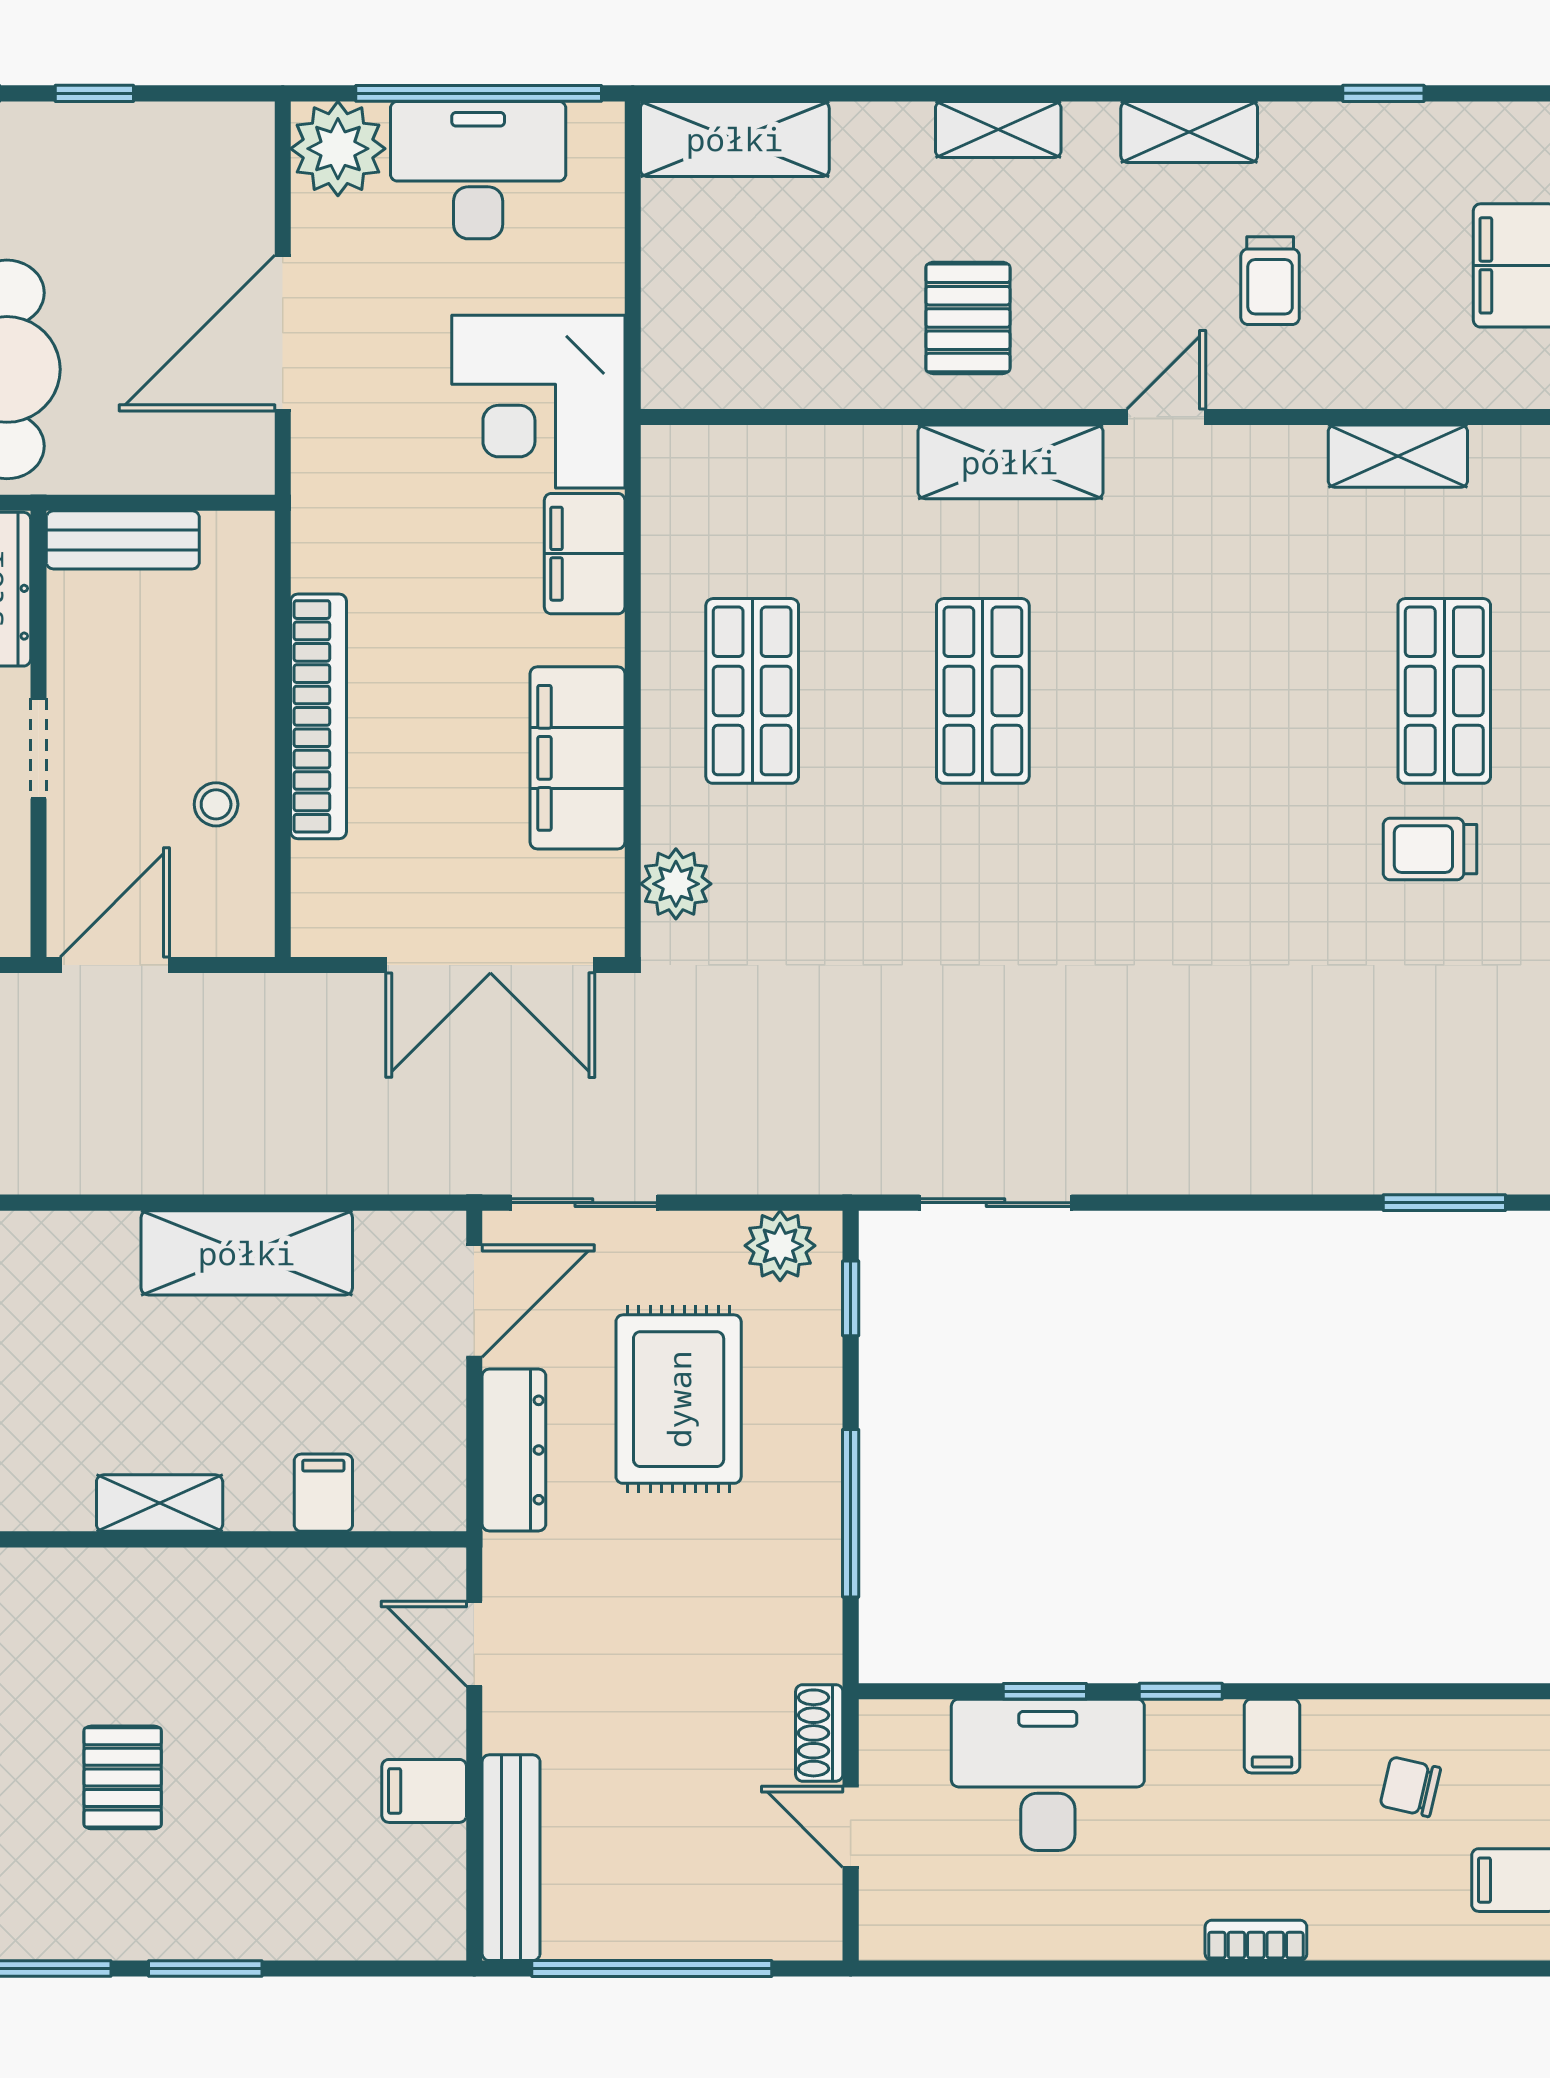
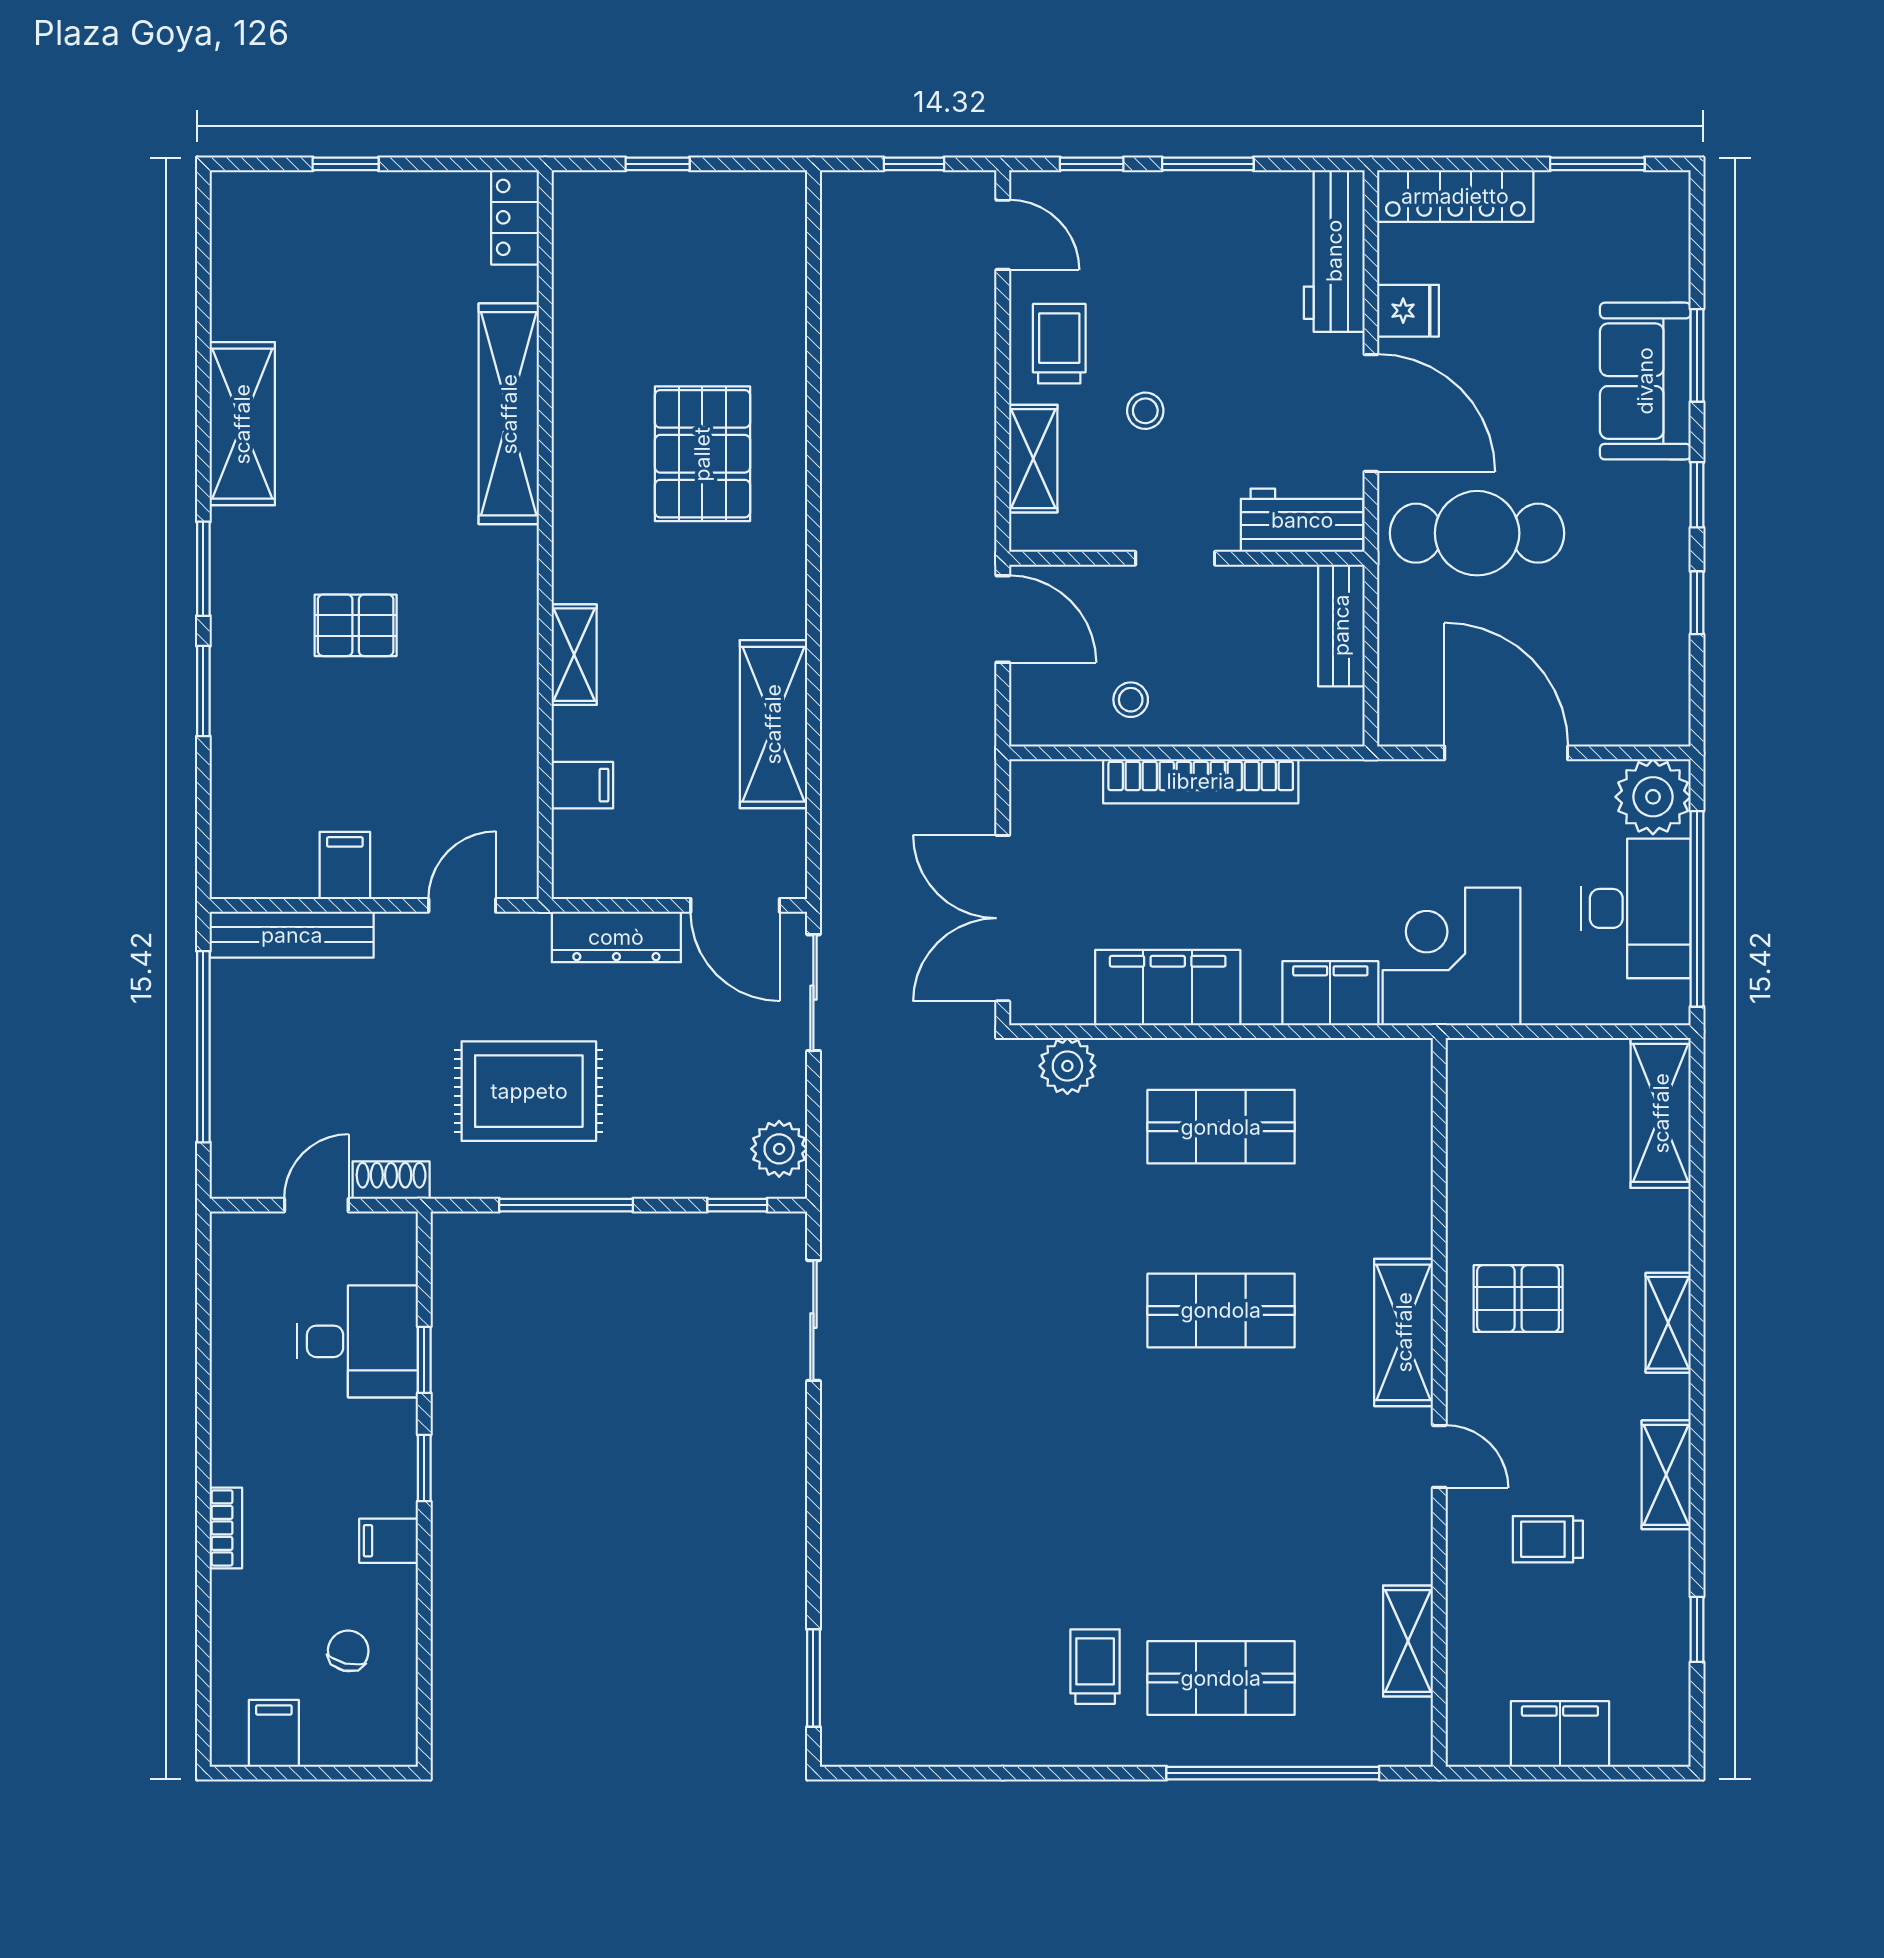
rug: (679, 1399) -> (529, 1091), moved
desk: (1048, 1775) -> (358, 1341), width x0.73

